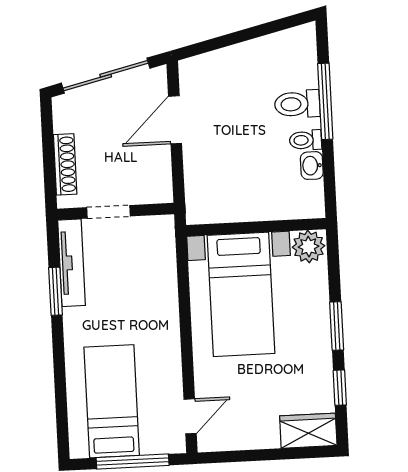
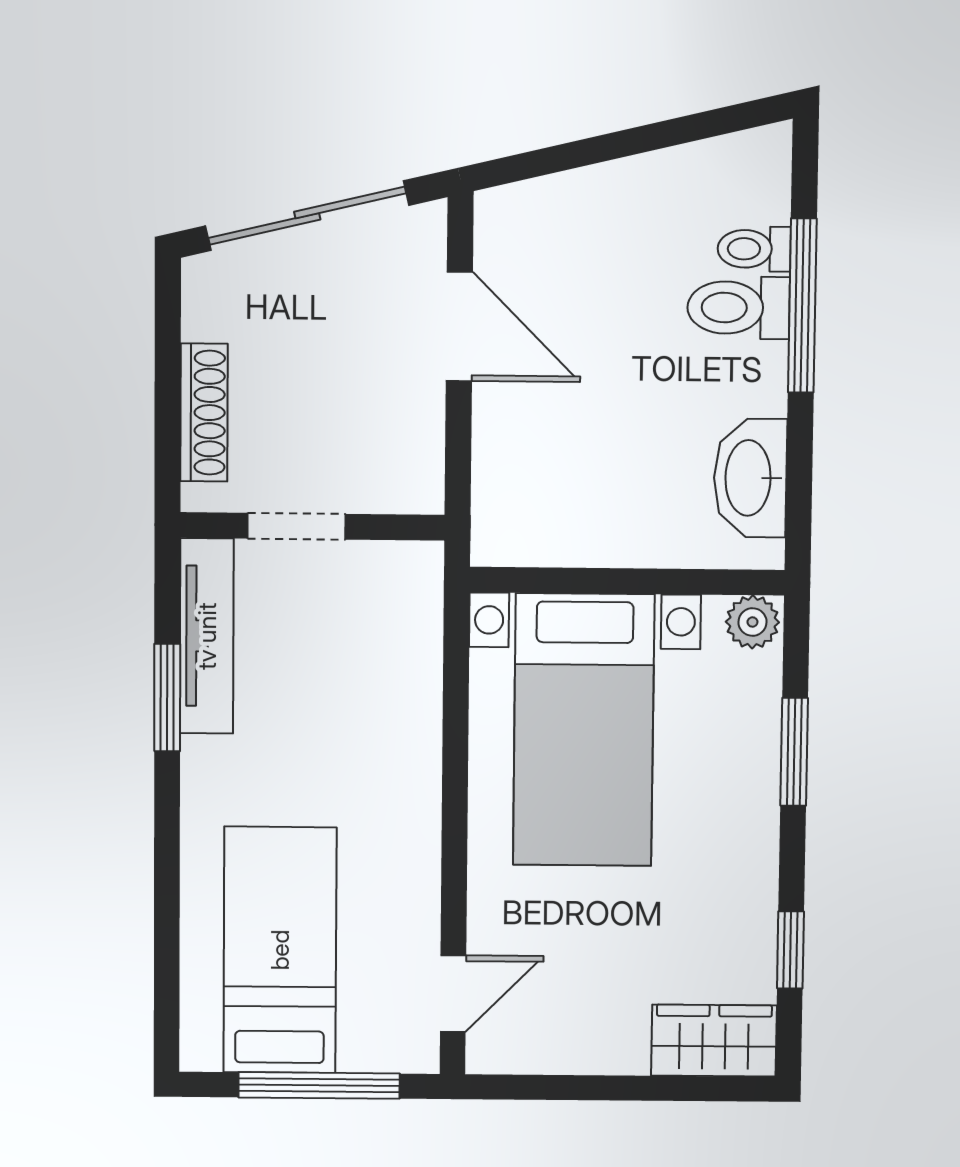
door: (175, 120) -> (459, 326), swing flipped
toilet: (306, 140) -> (754, 249), moved
washbasin: (312, 166) -> (750, 478), width x1.91, depth x1.45
plant: (309, 247) -> (752, 622), width x0.73, depth x0.73
window: (337, 326) -> (794, 752), moved

